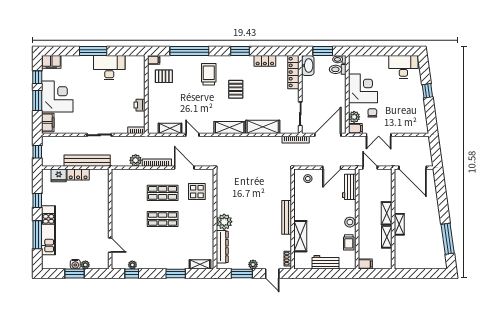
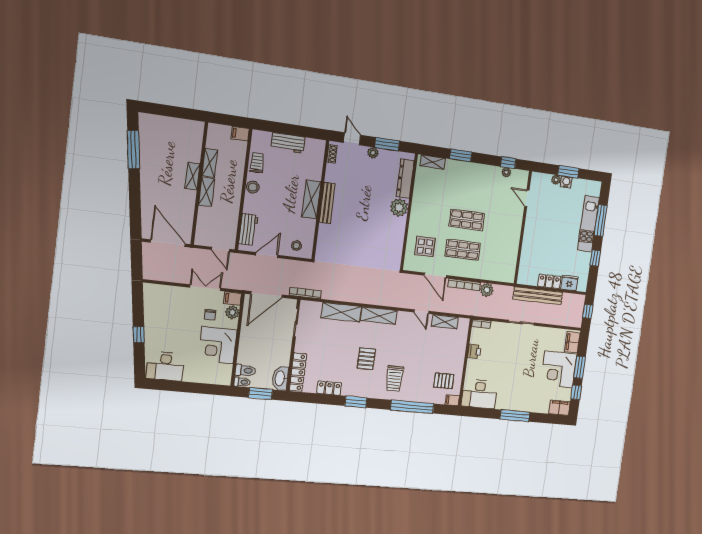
desk: (109, 68) -> (479, 394), moved
shelving: (300, 236) -> (311, 199), moved

